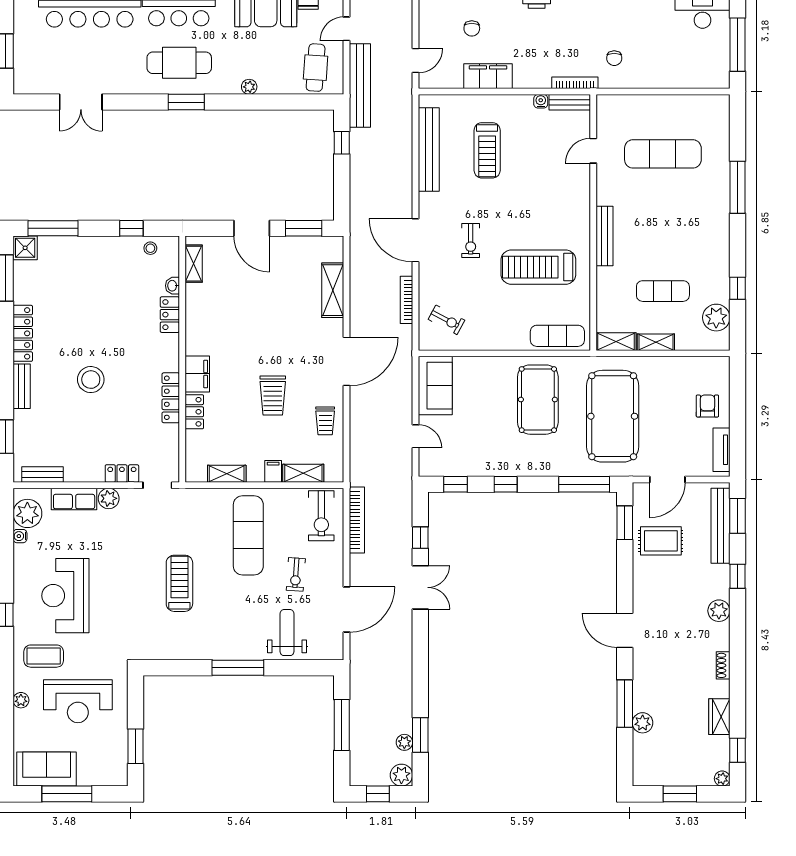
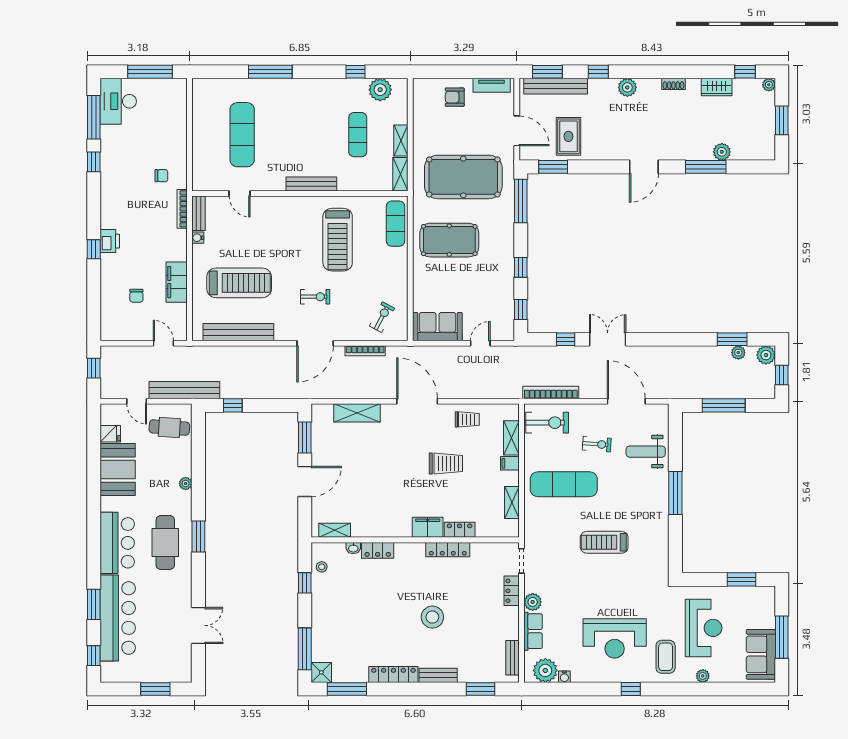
chair: (472, 28) -> (136, 296), turned 90
treadmill: (487, 150) -> (239, 283), width x1.37, depth x1.38

